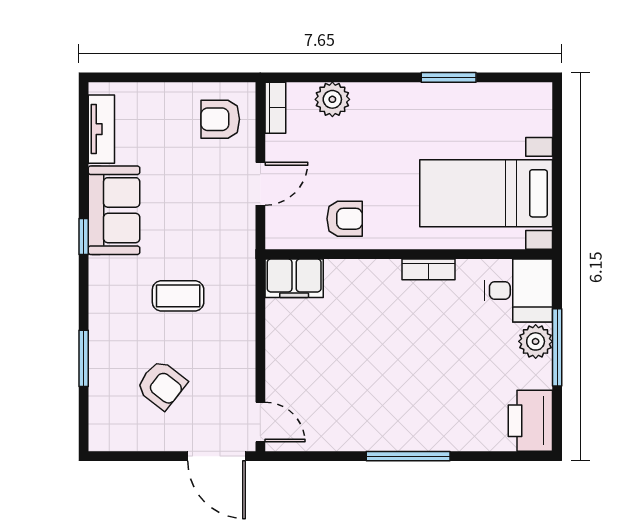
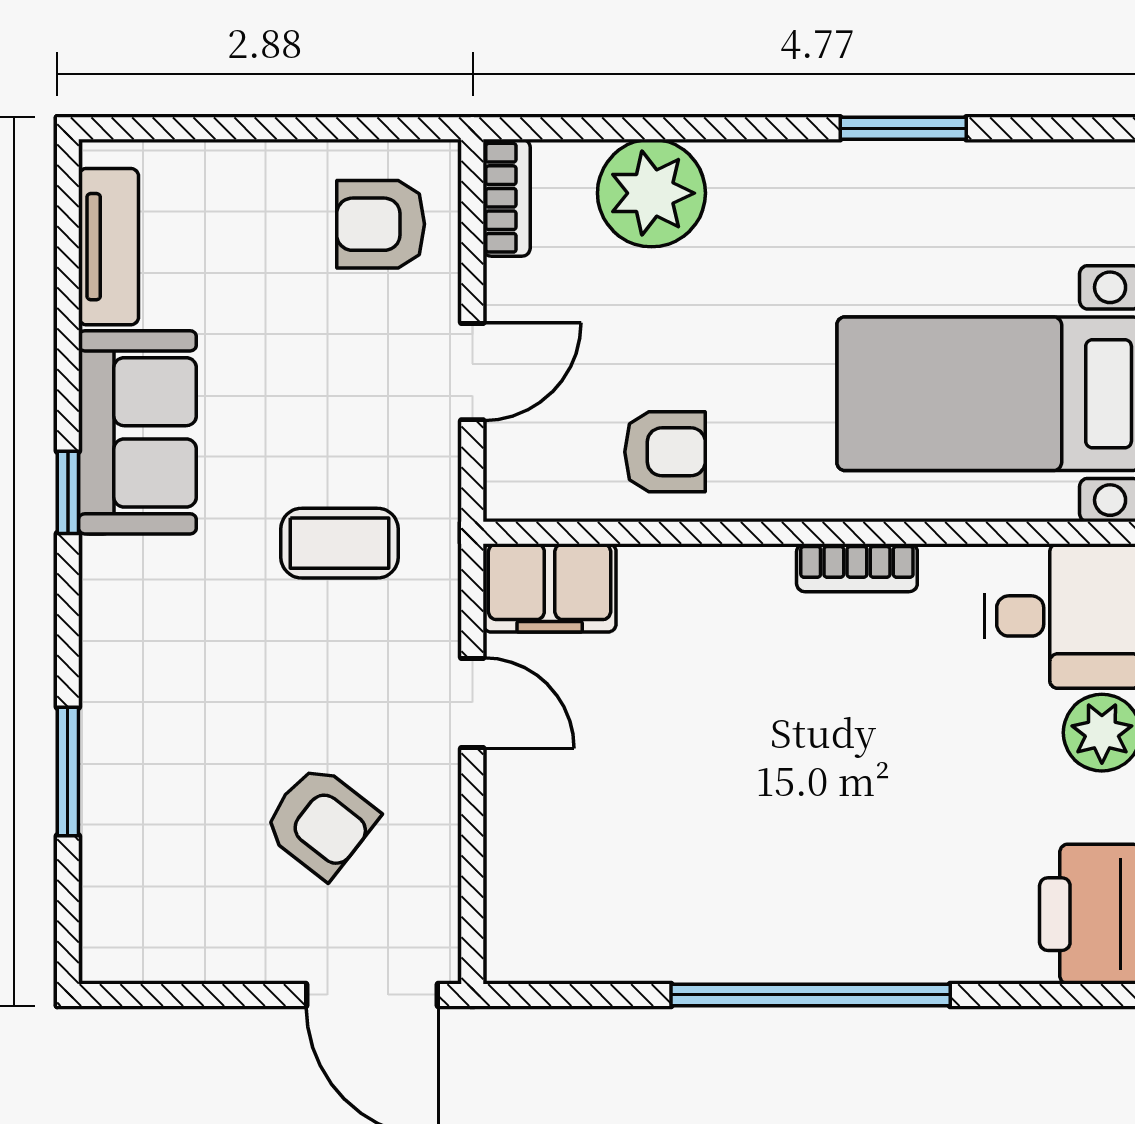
plant: (332, 99) -> (651, 193), width x1.36, depth x1.36
coffee table: (178, 296) -> (340, 543), moved
armchair: (162, 385) -> (321, 822), moved
door: (260, 422) -> (472, 703), moved
window: (408, 456) -> (811, 995), width x1.46

